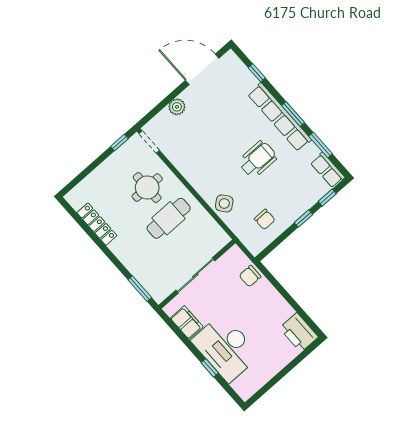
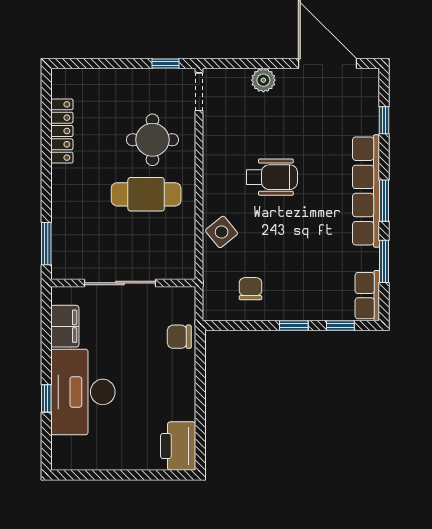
wheelchair: (258, 159) -> (272, 177), moved
chair: (265, 219) -> (250, 289), turned 180

